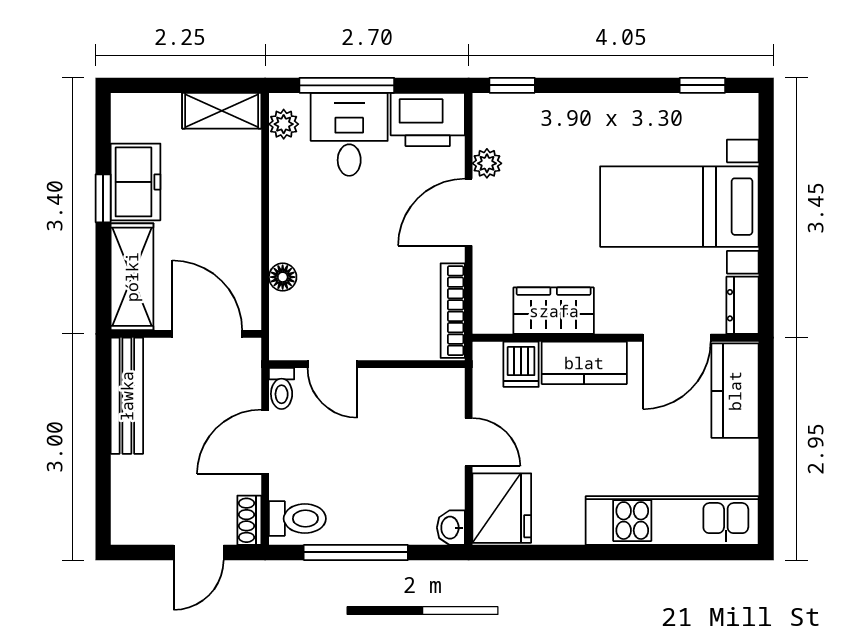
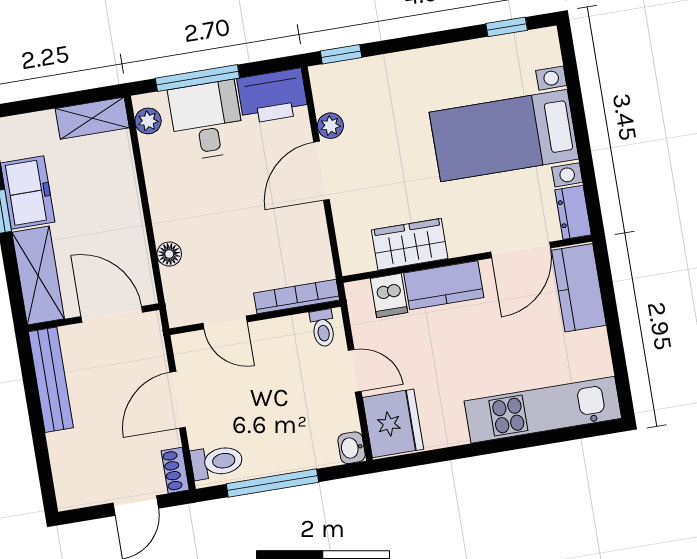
bookcase: (453, 311) -> (297, 297), moved, turned 90
toilet: (282, 388) -> (323, 328), moved

